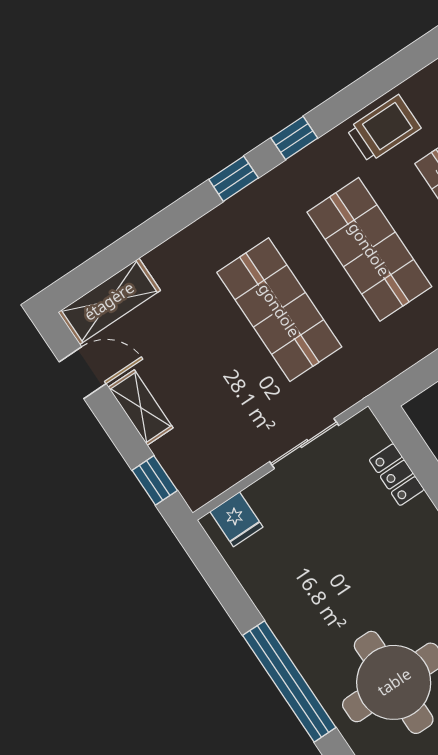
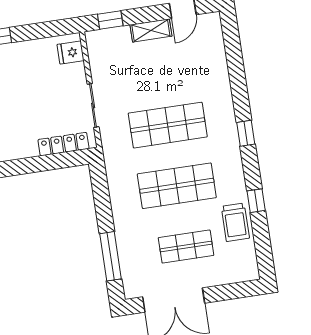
window: (294, 138) -> (256, 201), moved
shelving: (109, 301) -> (213, 40), removed
locker: (397, 475) -> (63, 144), width x1.53

